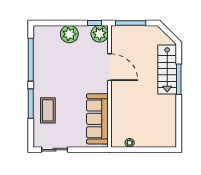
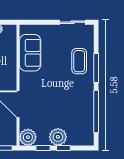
window: (64, 23) -> (63, 148), added
window: (95, 23) -> (43, 148), moved
sofa: (97, 119) -> (30, 53), width x0.73

